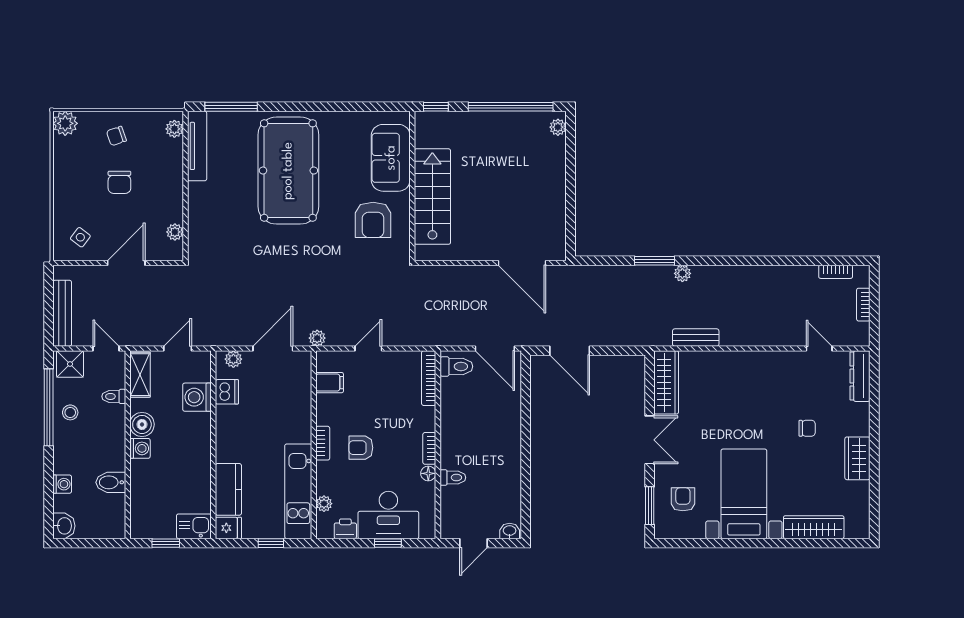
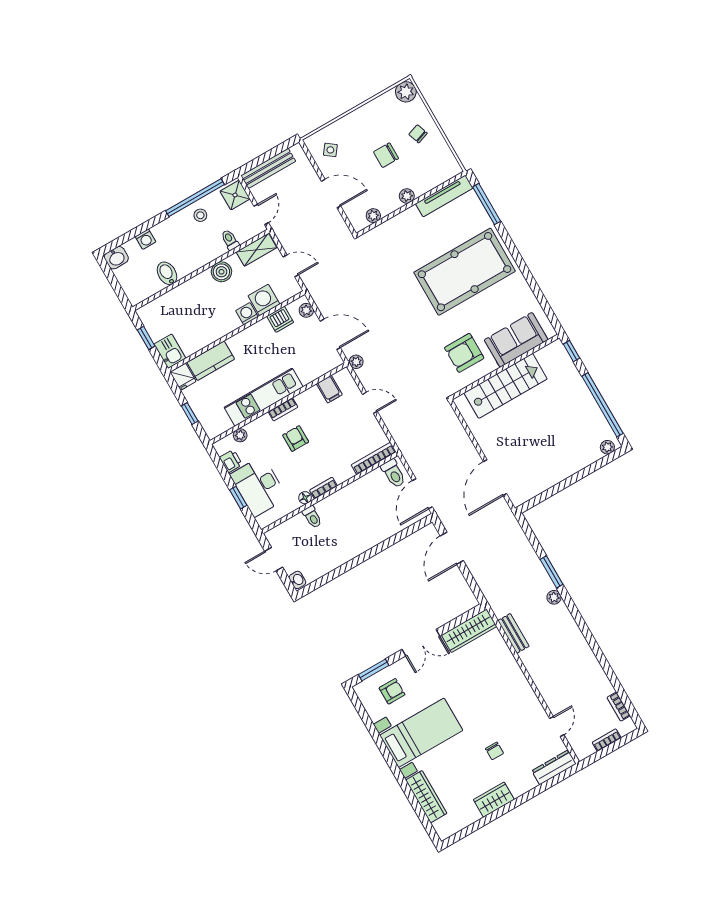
plant: (174, 129) -> (407, 196), moved
washing machine: (140, 448) -> (247, 314), moved, turned 180
kitchen unit: (298, 491) -> (264, 397), moved

